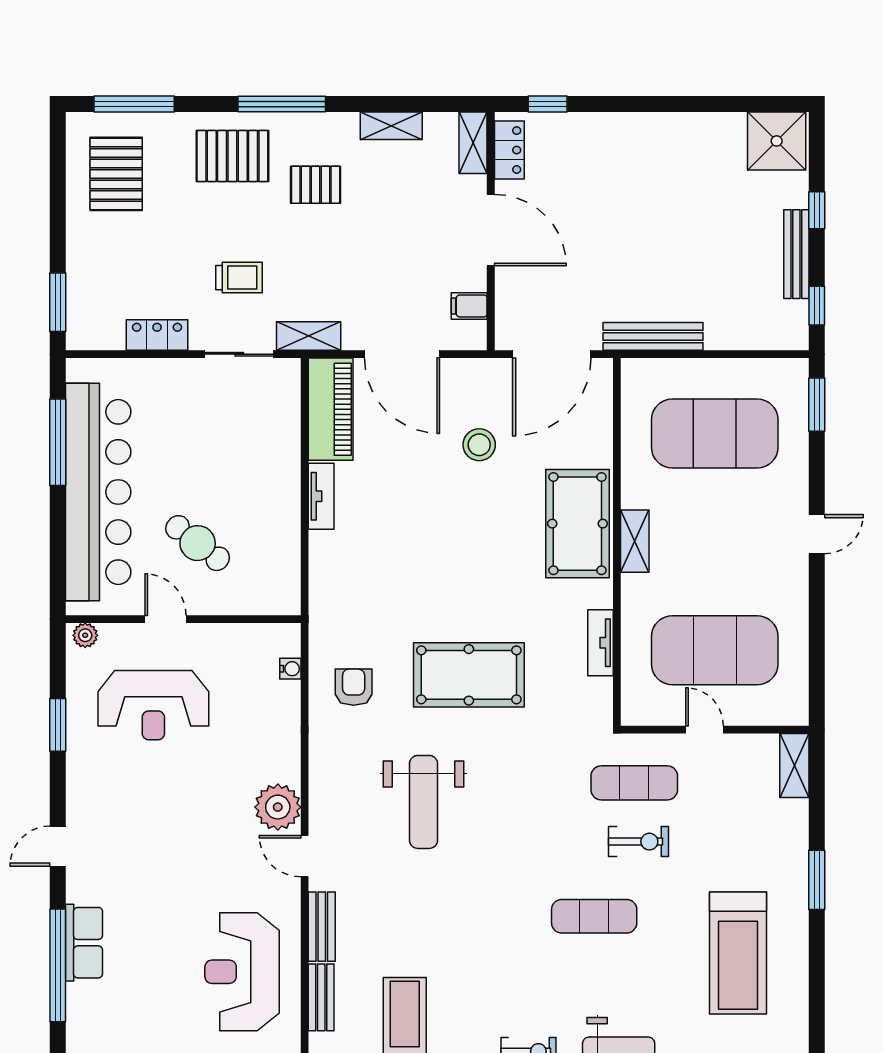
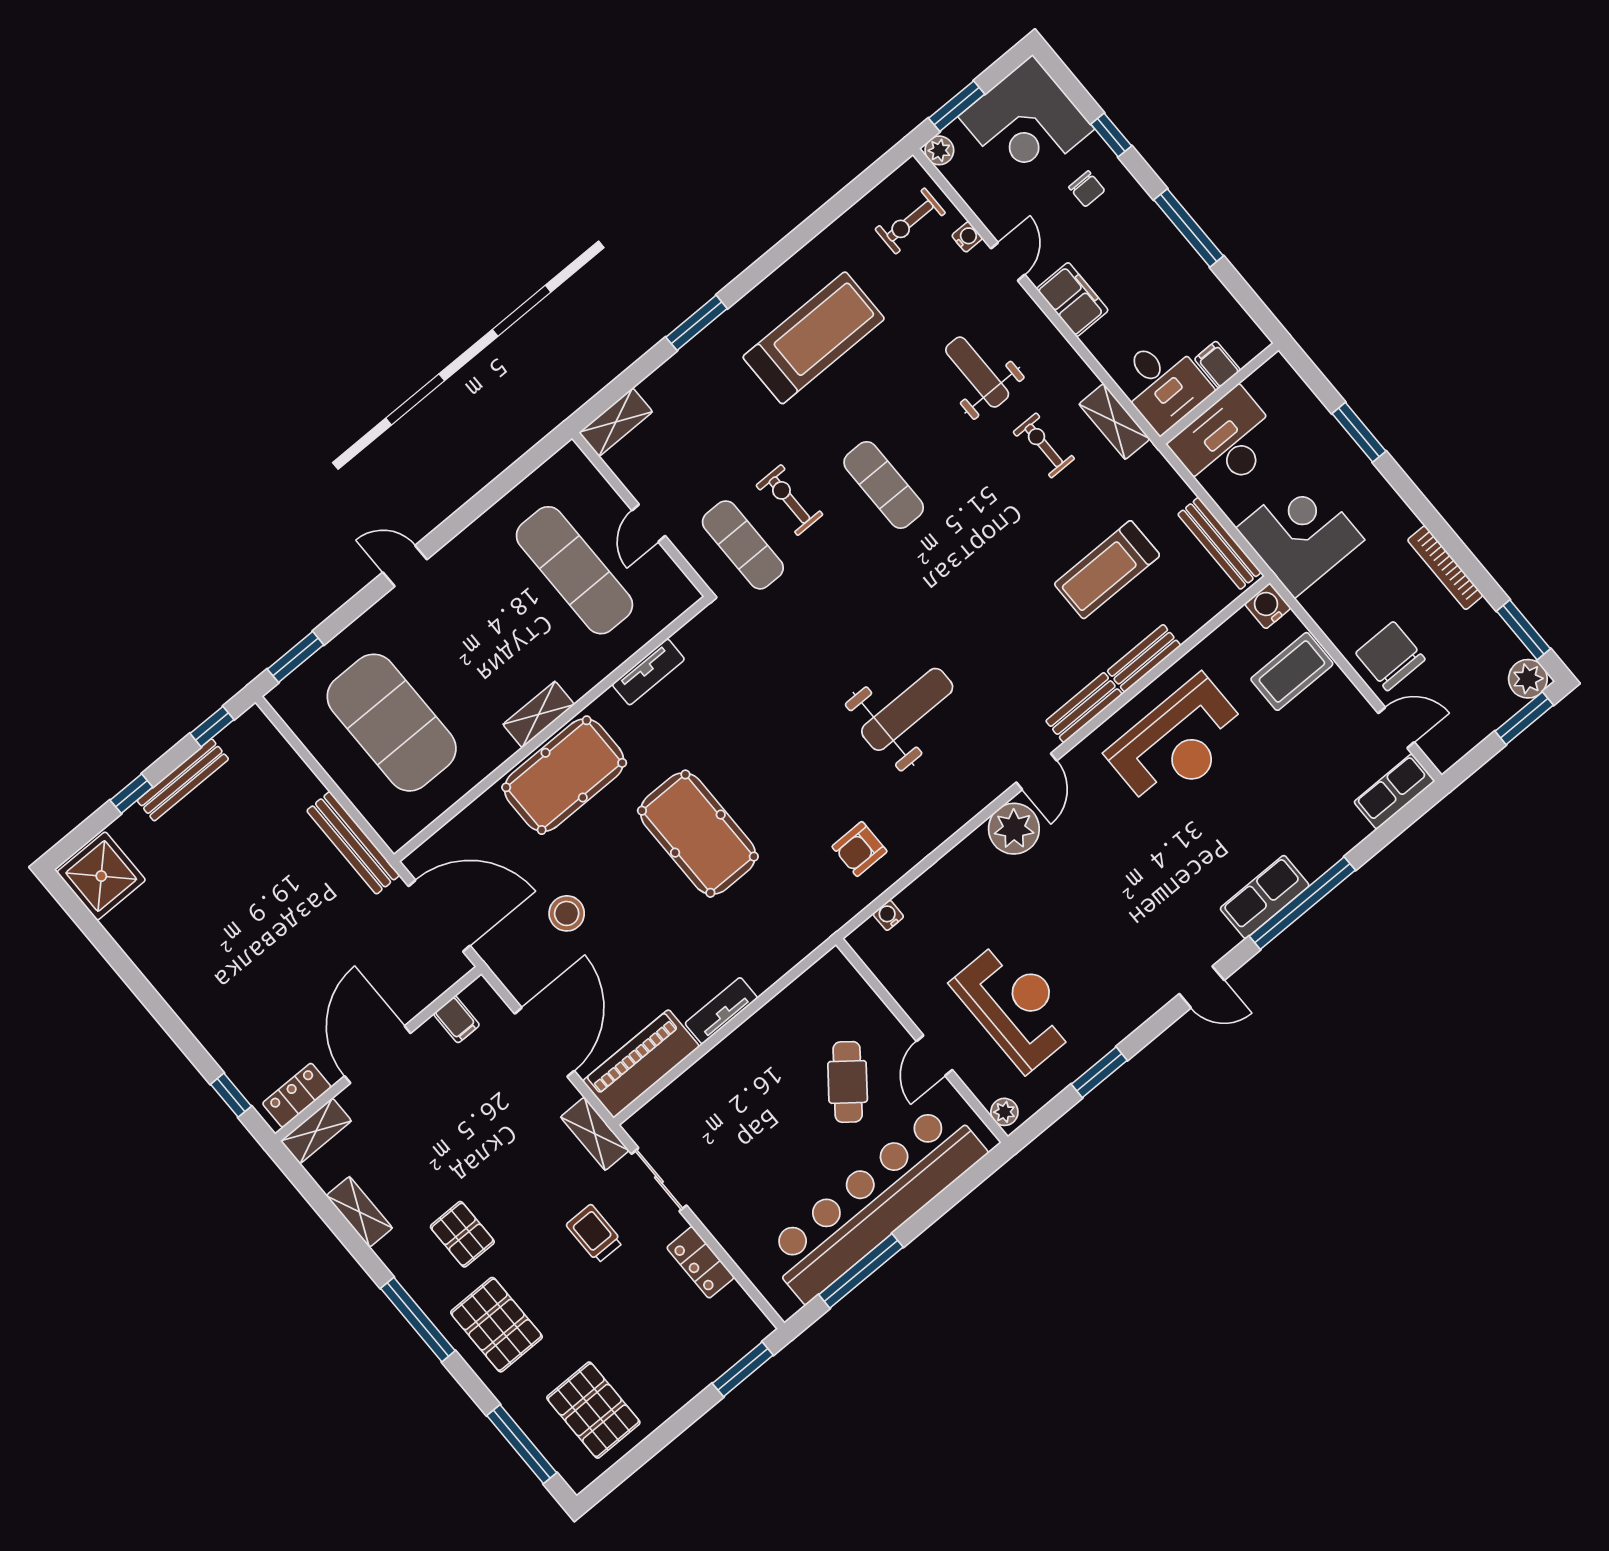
pallet: (116, 174) -> (593, 1410), turned 90
exercise mat: (715, 650) -> (574, 570), width x0.68
pool table: (469, 675) -> (698, 834), moved

